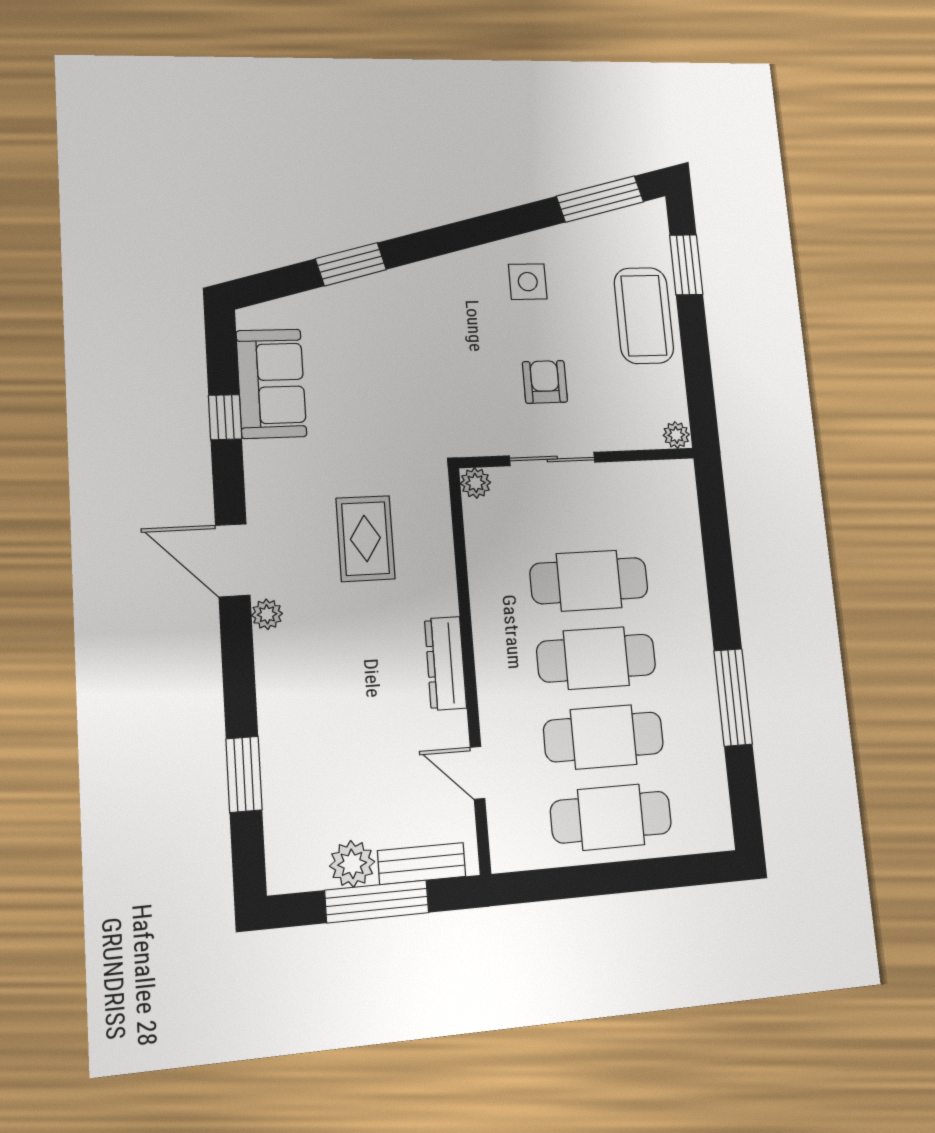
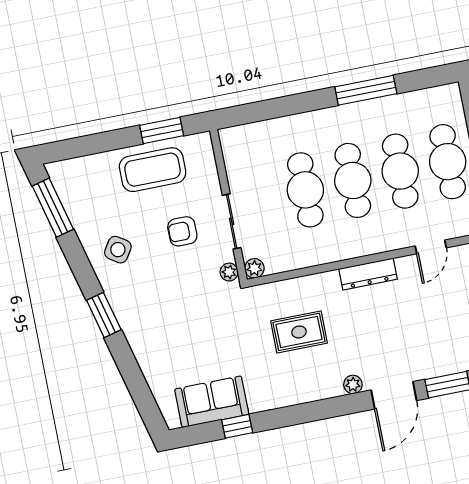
window: (351, 264) -> (104, 315), moved
window: (686, 265) -> (162, 131), moved
side table: (528, 282) -> (118, 250), turned 33
coffee table: (644, 316) -> (153, 170), moved
plant: (676, 435) -> (229, 272), moved
door: (233, 560) -> (394, 395), moved

